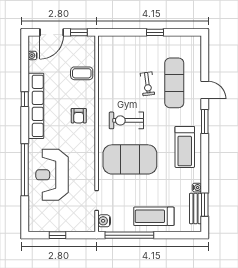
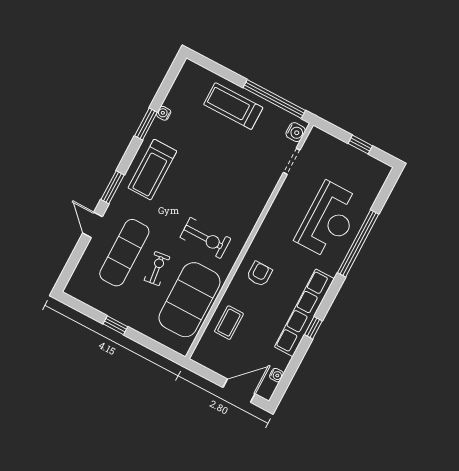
window: (79, 32) -> (207, 373), removed
coffee table: (82, 73) -> (229, 323), turned 90
treadmill: (185, 147) -> (152, 170), turned 180
exercise mat: (130, 159) -> (189, 300), moved, turned 90
window: (205, 205) -> (146, 124), moved
bench: (195, 208) -> (179, 89), removed
treadmill: (154, 216) -> (233, 106), turned 180

